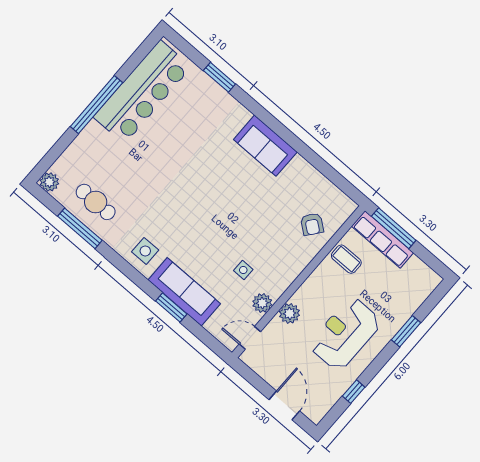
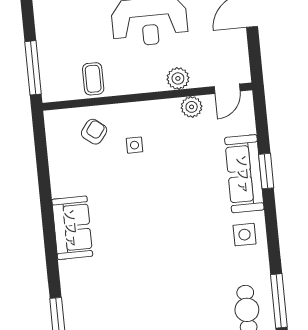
row of seats: (383, 239) -> (50, 67), removed
side table: (243, 270) -> (134, 145), moved
door: (250, 338) -> (227, 89), hinge flipped

